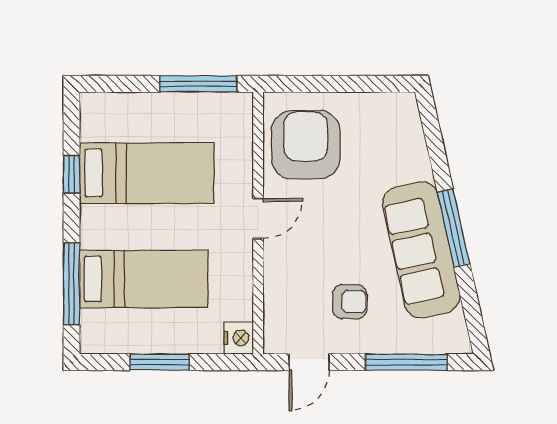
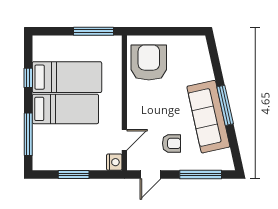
door: (258, 218) -> (124, 140), moved
bed: (144, 279) -> (65, 109), moved

